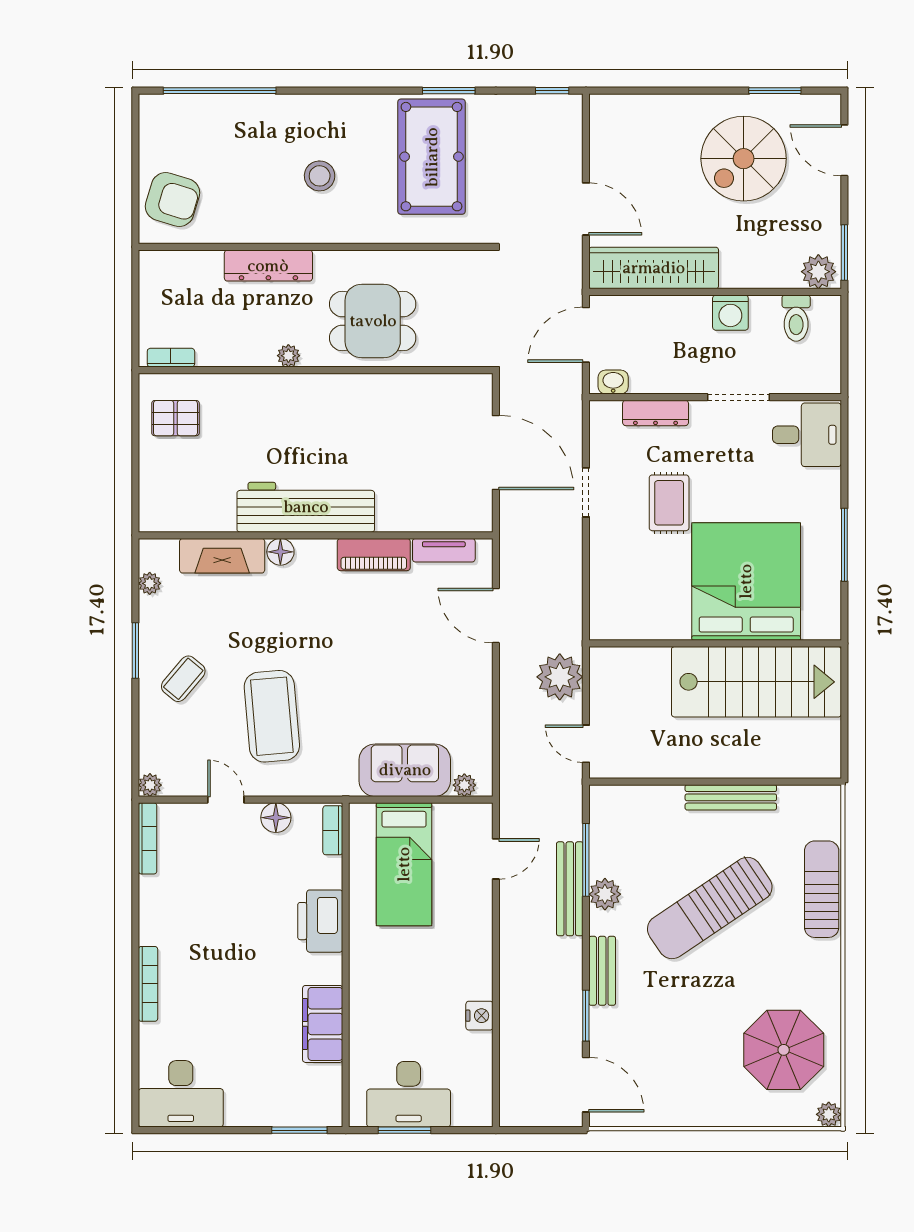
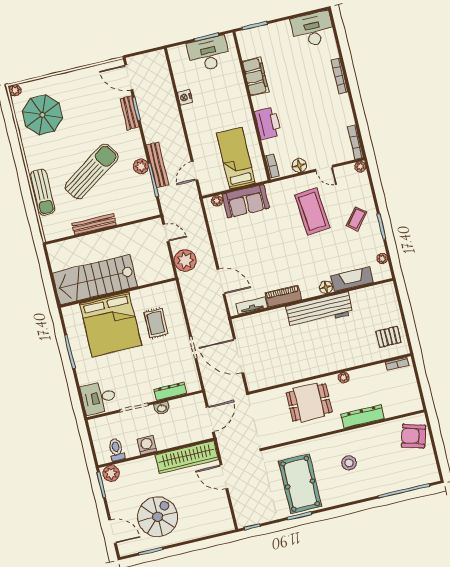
washbasin: (613, 382) -> (162, 408), moved
rug: (669, 503) -> (156, 323), moved
bench: (602, 971) -> (129, 113), moved

